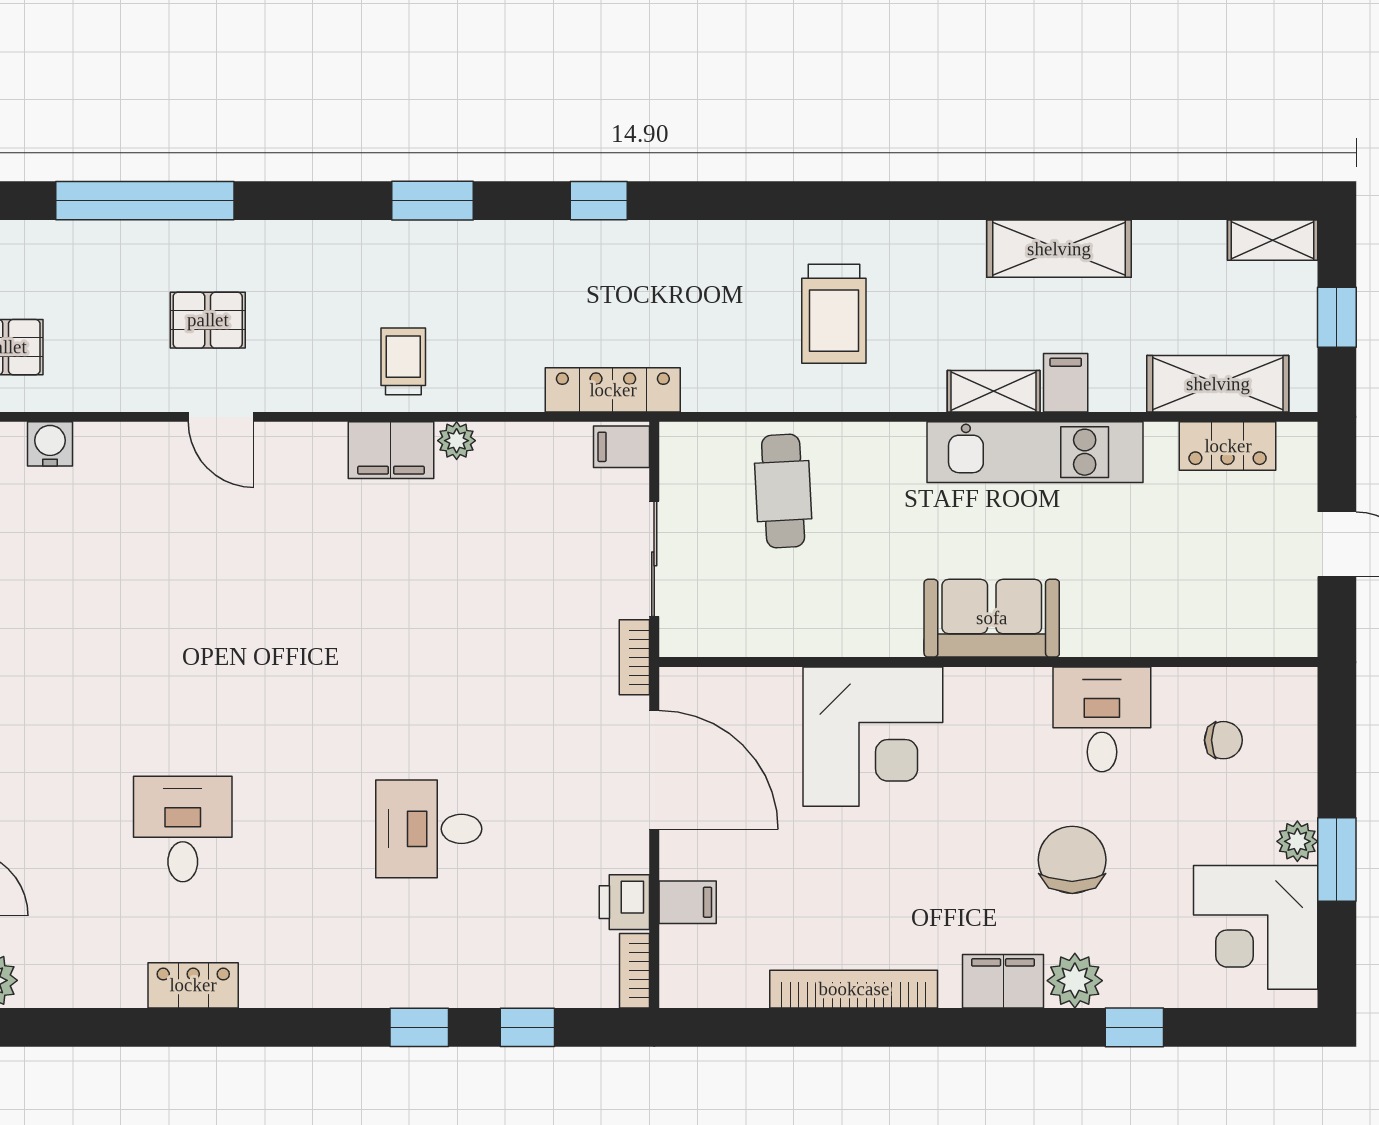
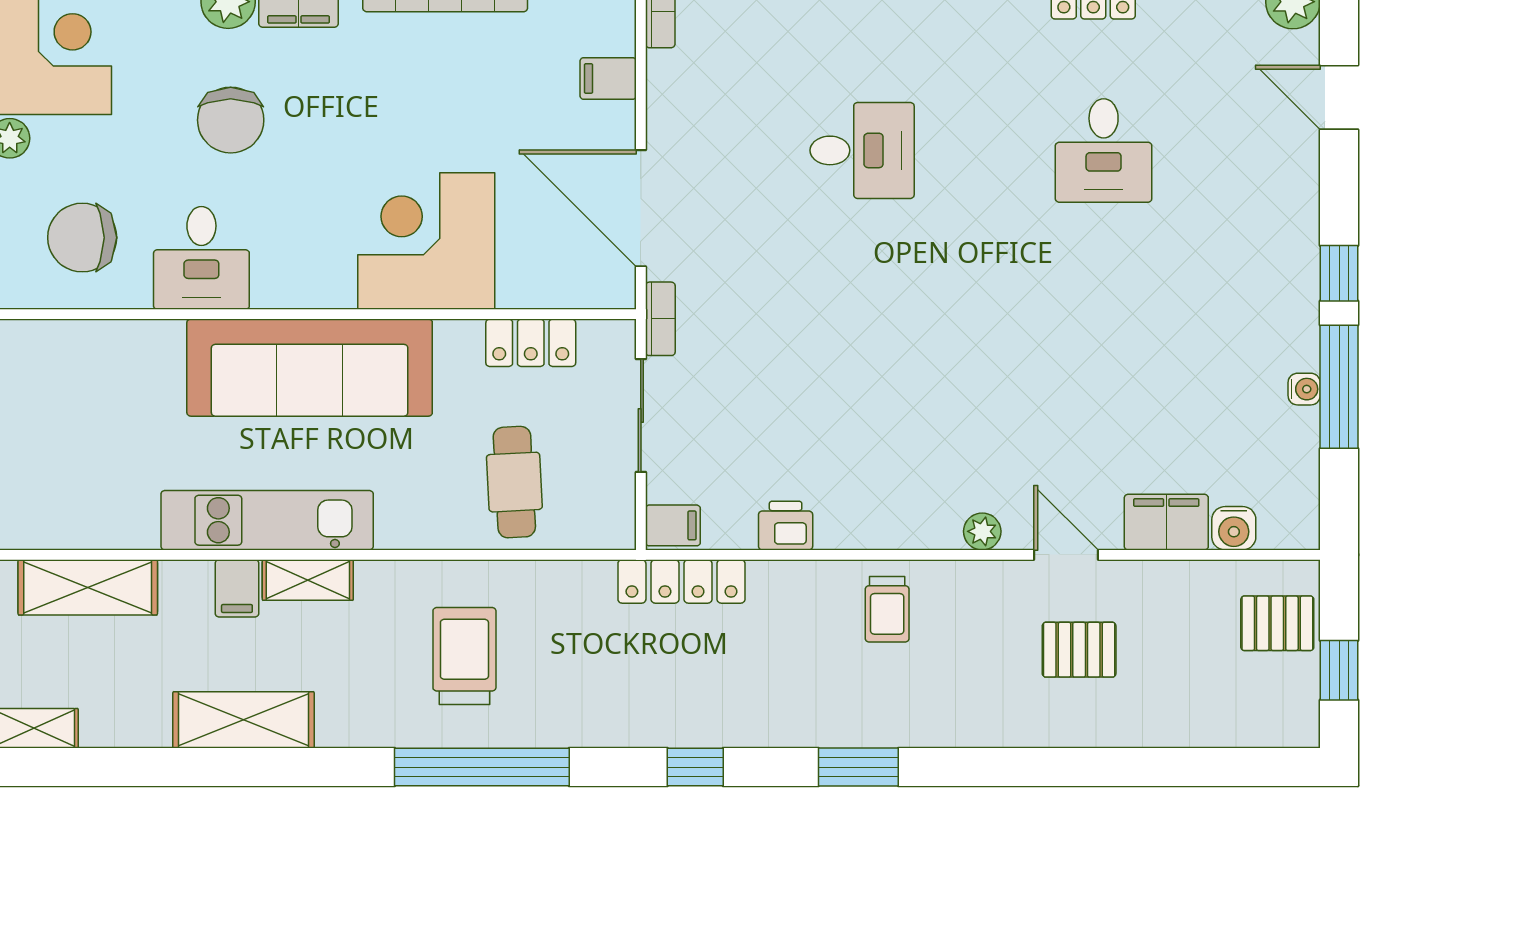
window: (145, 201) -> (482, 767), moved
plant: (457, 441) -> (982, 531), moved
locker: (1228, 446) -> (531, 343), moved, turned 180
filing cabinet: (391, 450) -> (1166, 522), moved
sofa: (992, 618) -> (310, 368), width x1.85, depth x1.27
chair: (1223, 740) -> (82, 238), width x1.87, depth x1.87
printer: (624, 902) -> (786, 526), moved, turned -90

